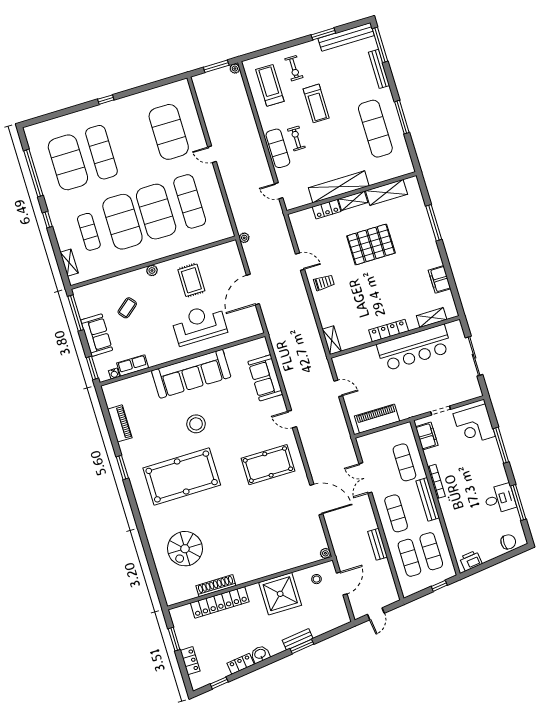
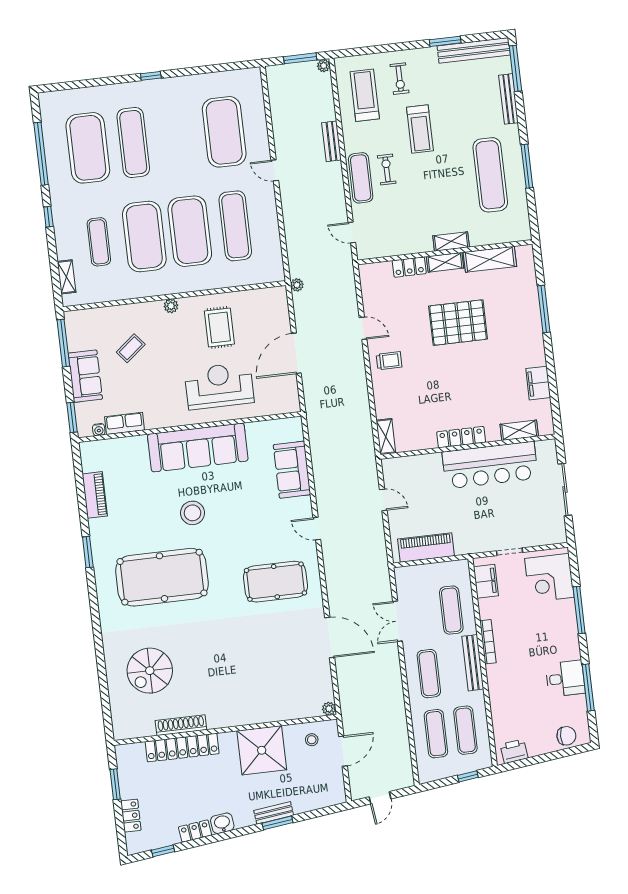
shelving: (339, 187) -> (451, 241), width x0.45, depth x0.75
bench: (378, 544) -> (331, 141), moved

